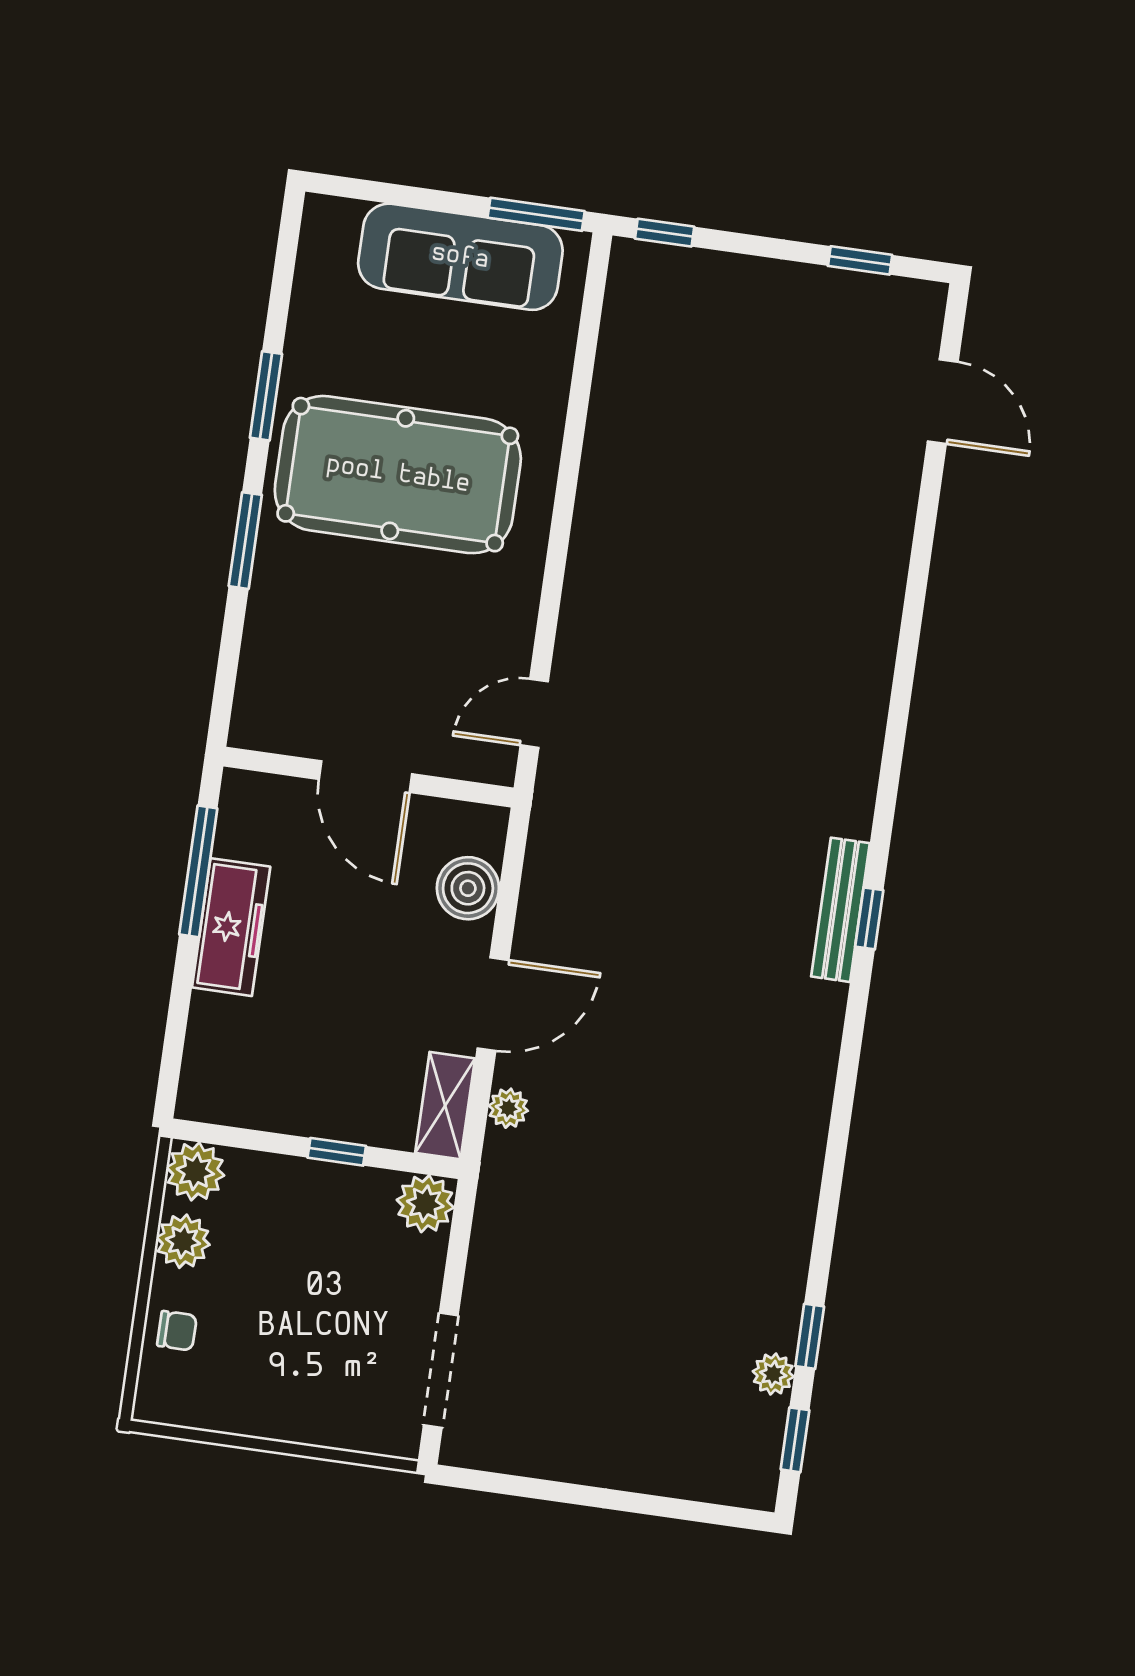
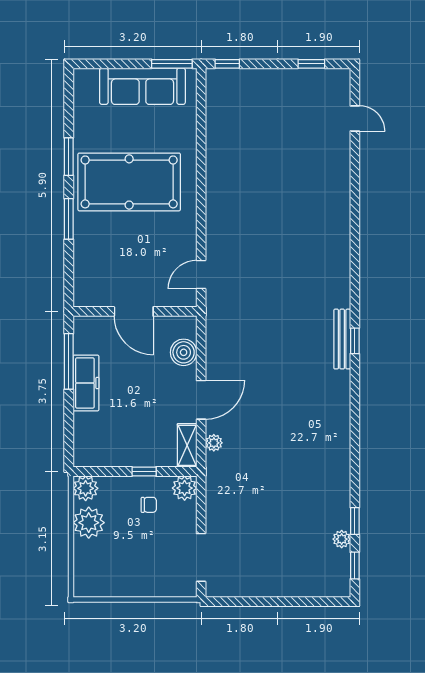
door: (943, 402) -> (355, 118), width x0.73
plant: (183, 1241) -> (89, 523), width x1.36, depth x1.36
chair: (177, 1331) -> (149, 505), moved

